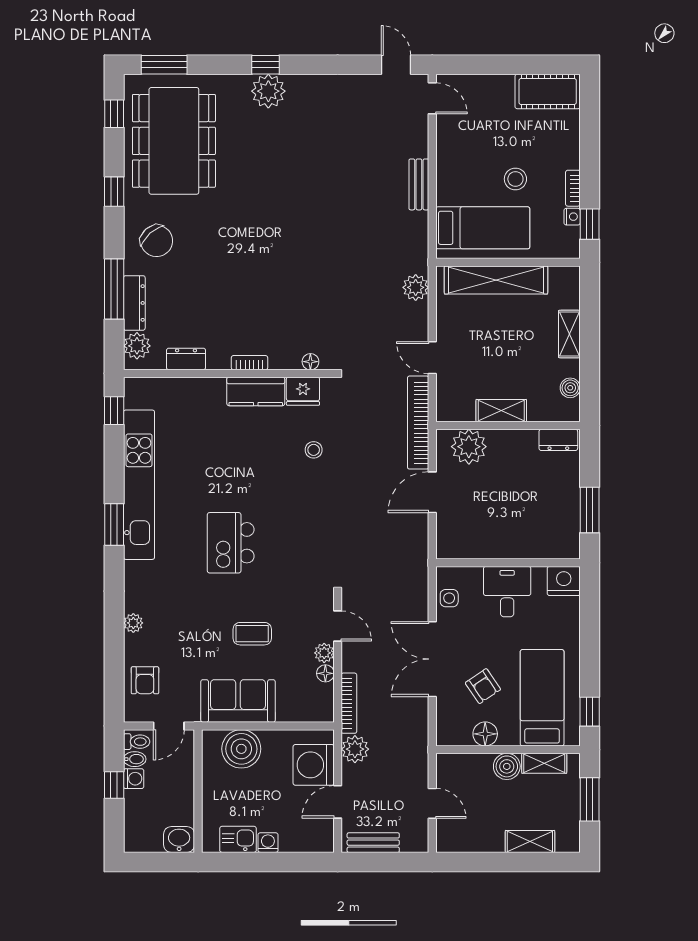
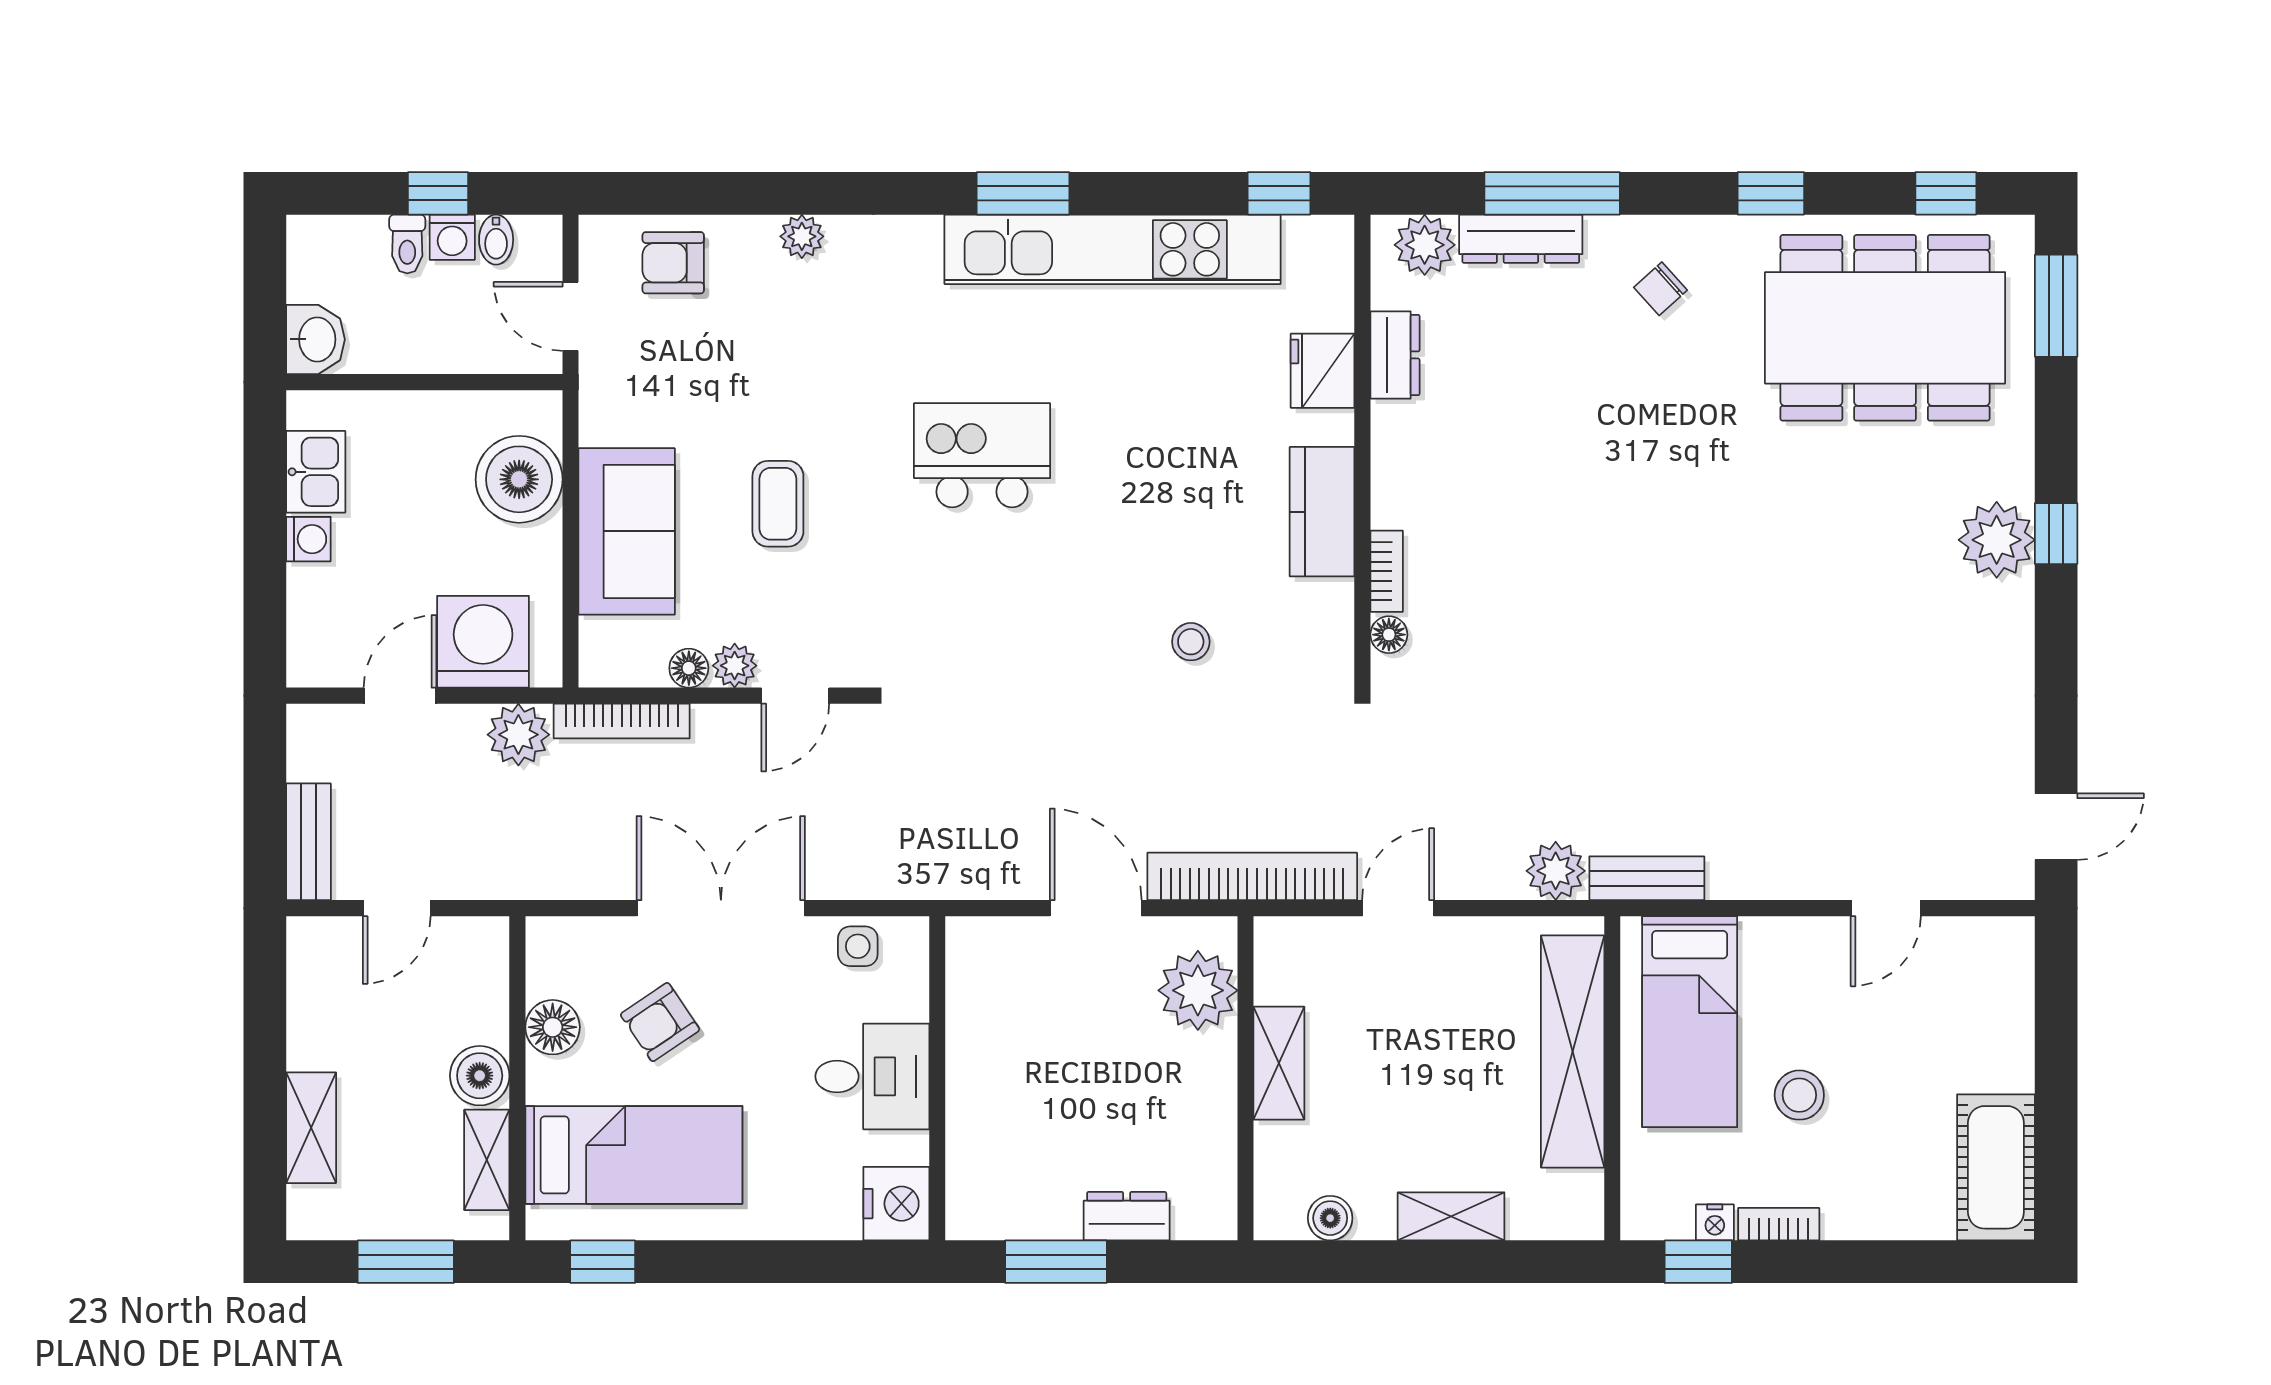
door: (432, 98) -> (1886, 908), moved
bench: (419, 184) -> (1647, 878), moved
chair: (157, 241) -> (1660, 289), width x0.54, depth x0.54
bookcase: (249, 363) -> (1387, 571), moved
fridge: (303, 391) -> (1323, 371), moved
dresser: (558, 440) -> (1127, 1216), moved, turned 90
sofa: (238, 701) -> (627, 531), moved
toilet: (137, 742) -> (407, 244), moved
door: (338, 802) -> (400, 696), hinge flipped
bench: (373, 843) -> (308, 842), moved

